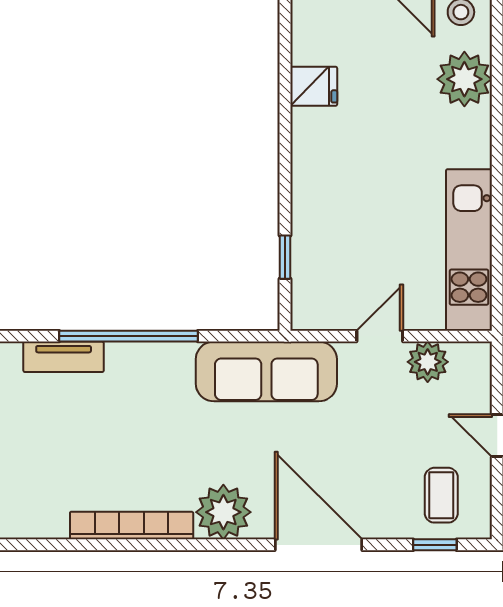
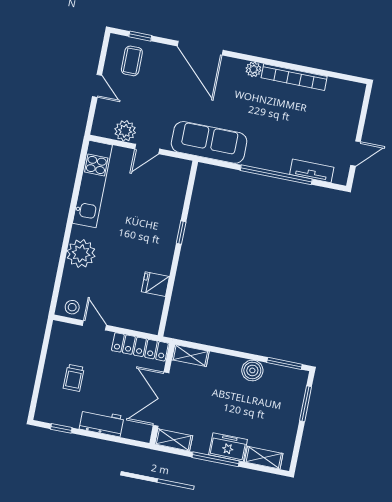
plant: (464, 79) -> (81, 253), moved
window: (285, 257) -> (181, 233), moved
plant: (223, 512) -> (253, 69), width x0.53, depth x0.53

